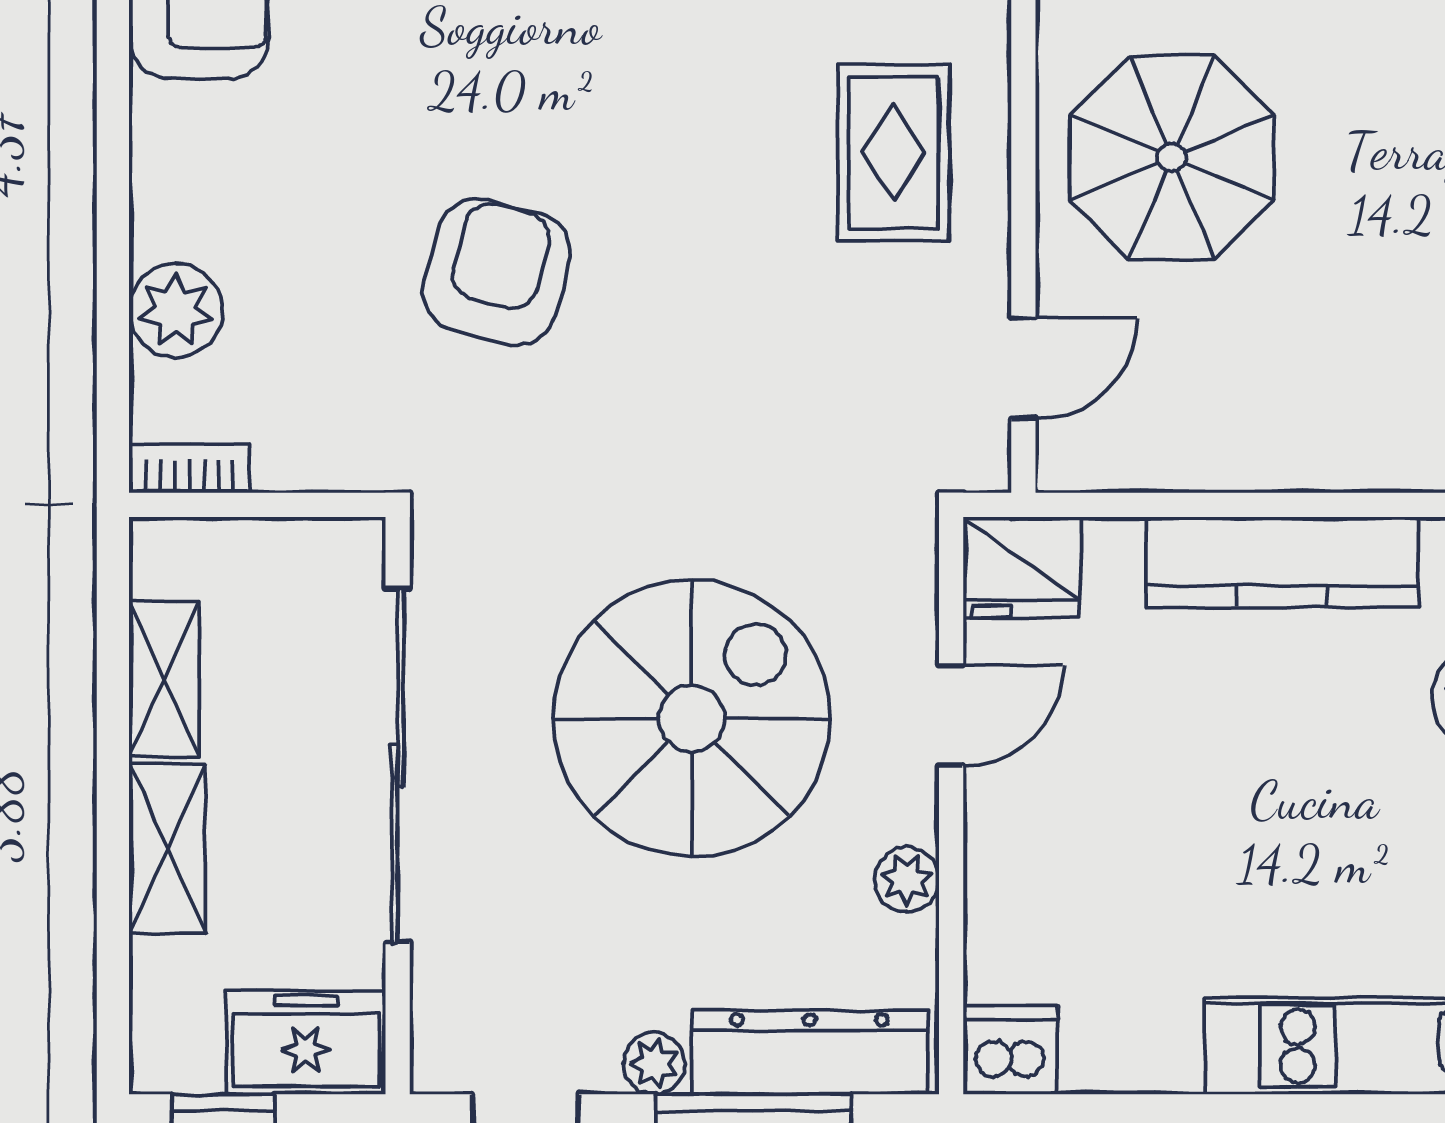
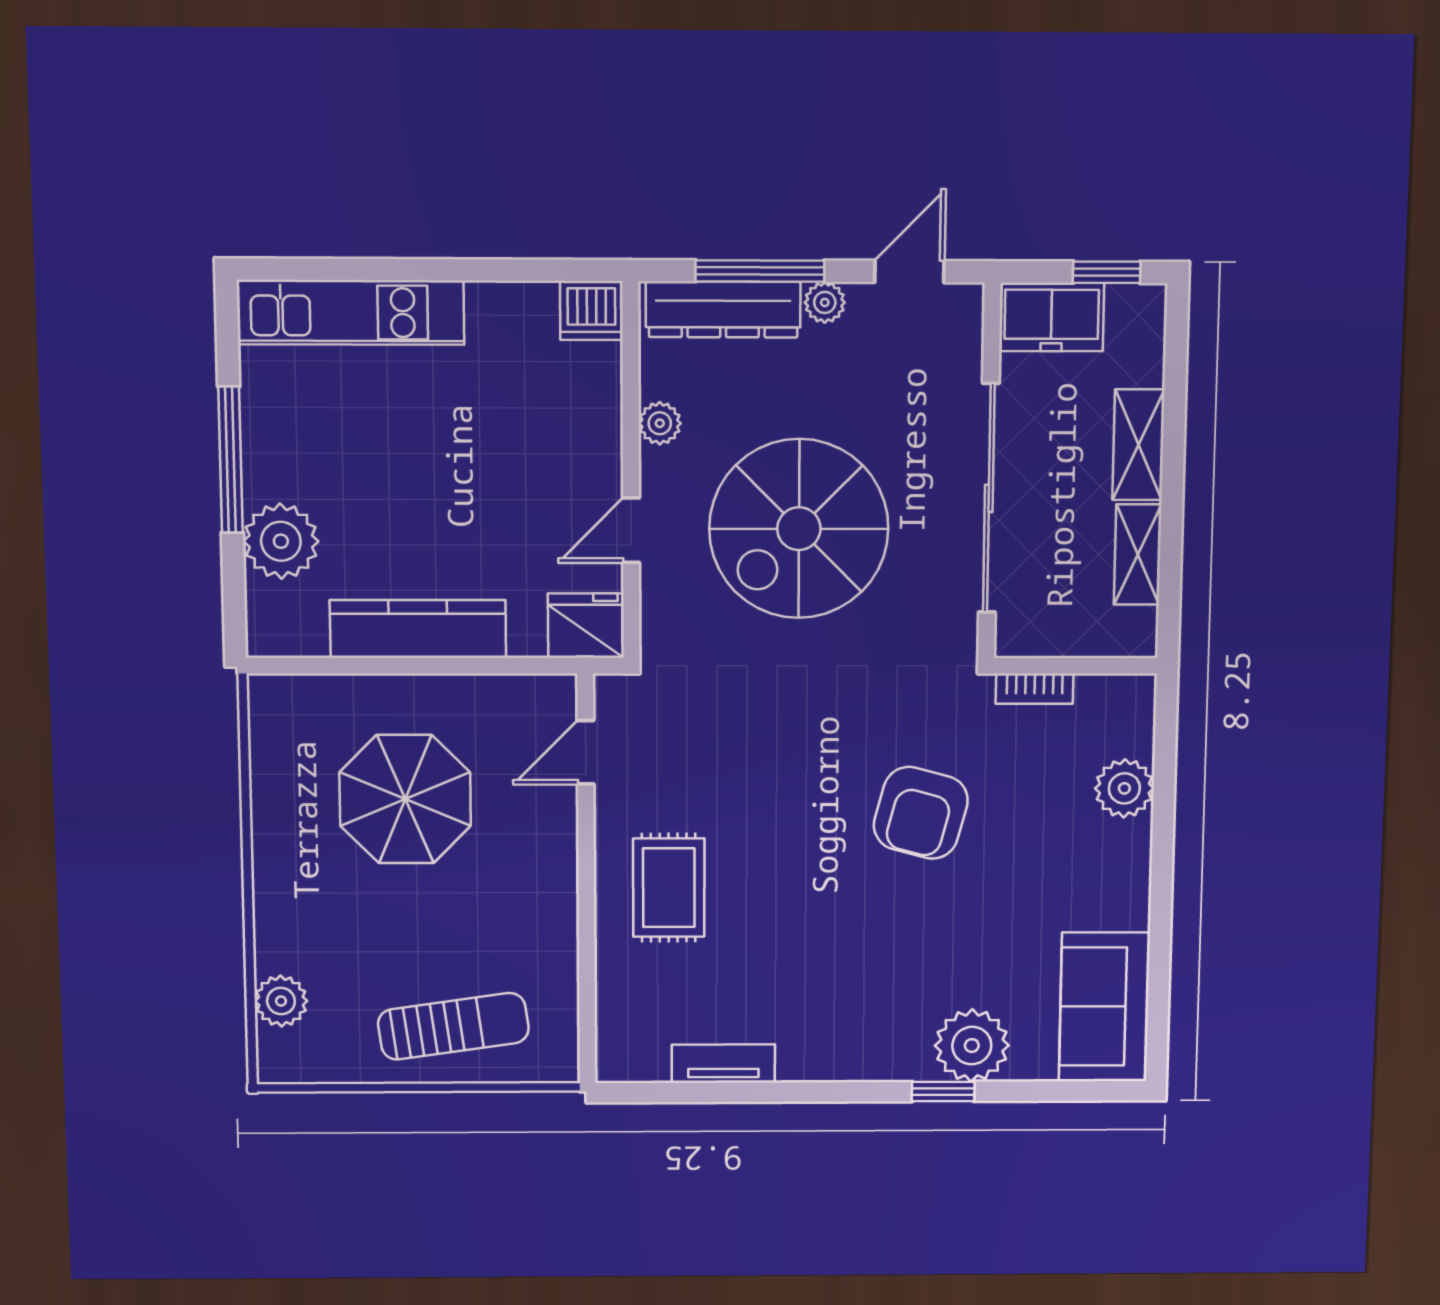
parasol: (1172, 157) -> (405, 799), moved
bookcase: (189, 469) -> (1034, 689), moved

